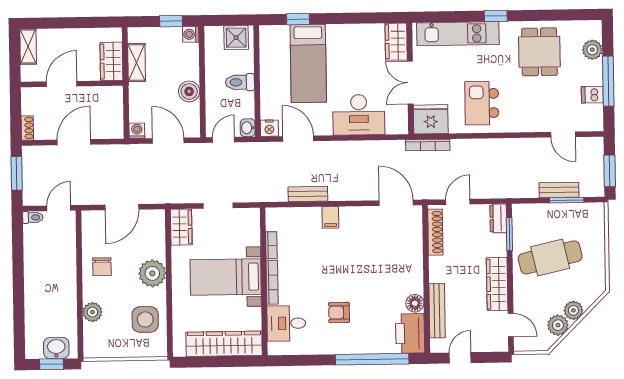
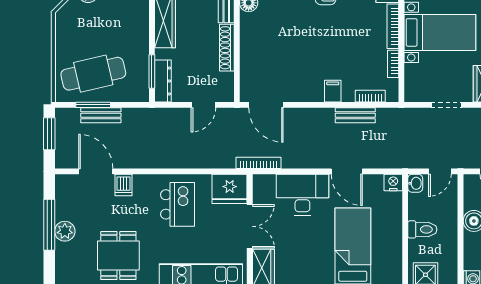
plant: (592, 50) -> (65, 231), moved
dishwasher: (592, 95) -> (124, 185), moved, turned 90
door: (563, 134) -> (96, 171), width x1.38
door: (298, 139) -> (347, 171), moved
bookcase: (428, 145) -> (259, 163), moved
bookcase: (293, 213) -> (370, 96), added
dresser: (498, 218) -> (163, 81), width x1.44
shoe rack: (435, 232) -> (227, 48), moved
cafe table: (550, 257) -> (93, 74), moved

